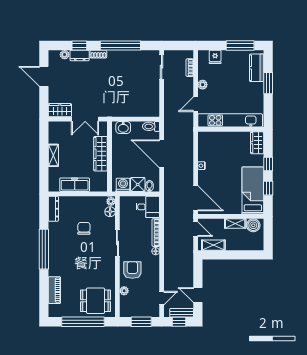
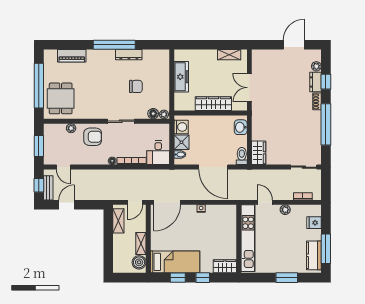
kitchen counter: (257, 68) -> (314, 255), moved, turned -90
wardrobe: (60, 110) -> (259, 153), moved
door: (162, 154) -> (213, 167), swing flipped
shelving: (53, 155) -> (229, 55), moved
dresser: (53, 209) -> (129, 55), moved

